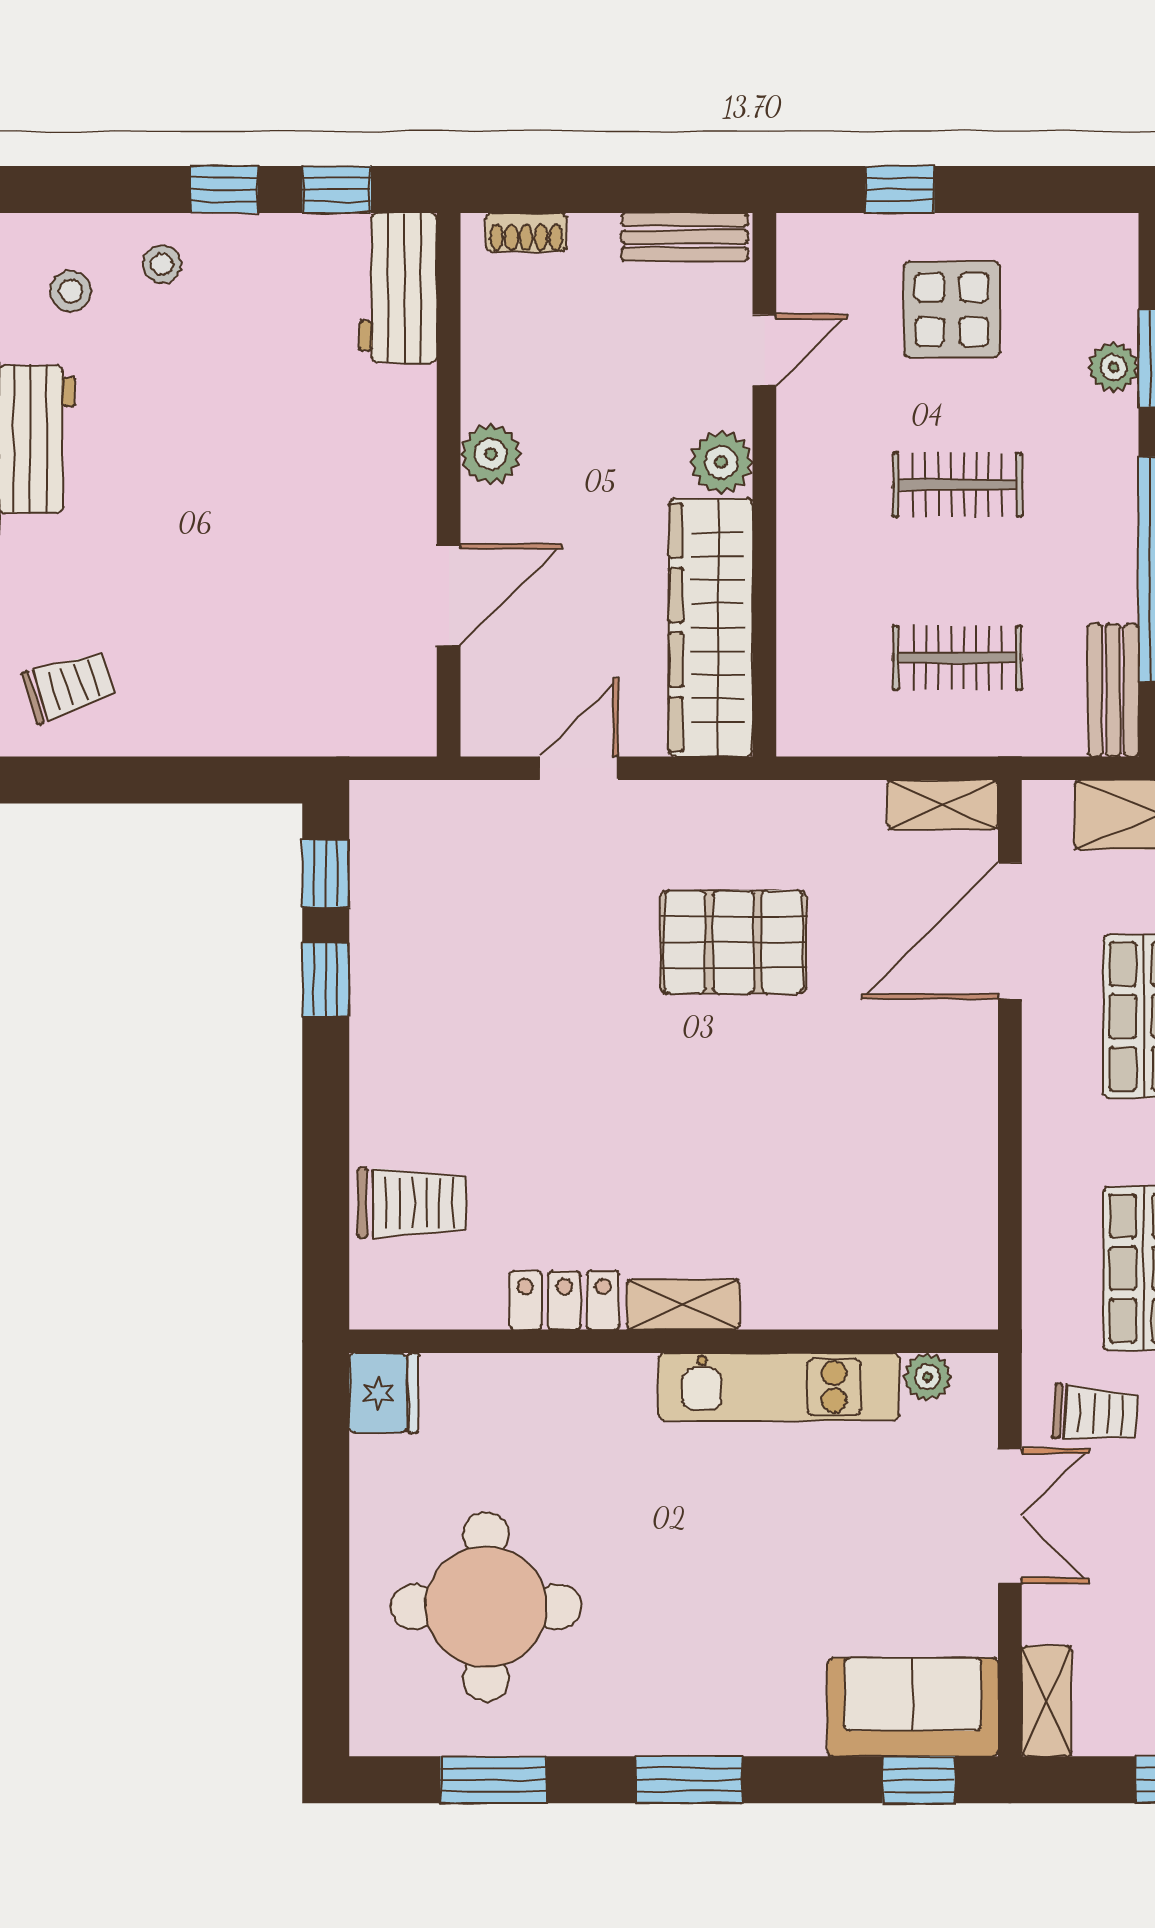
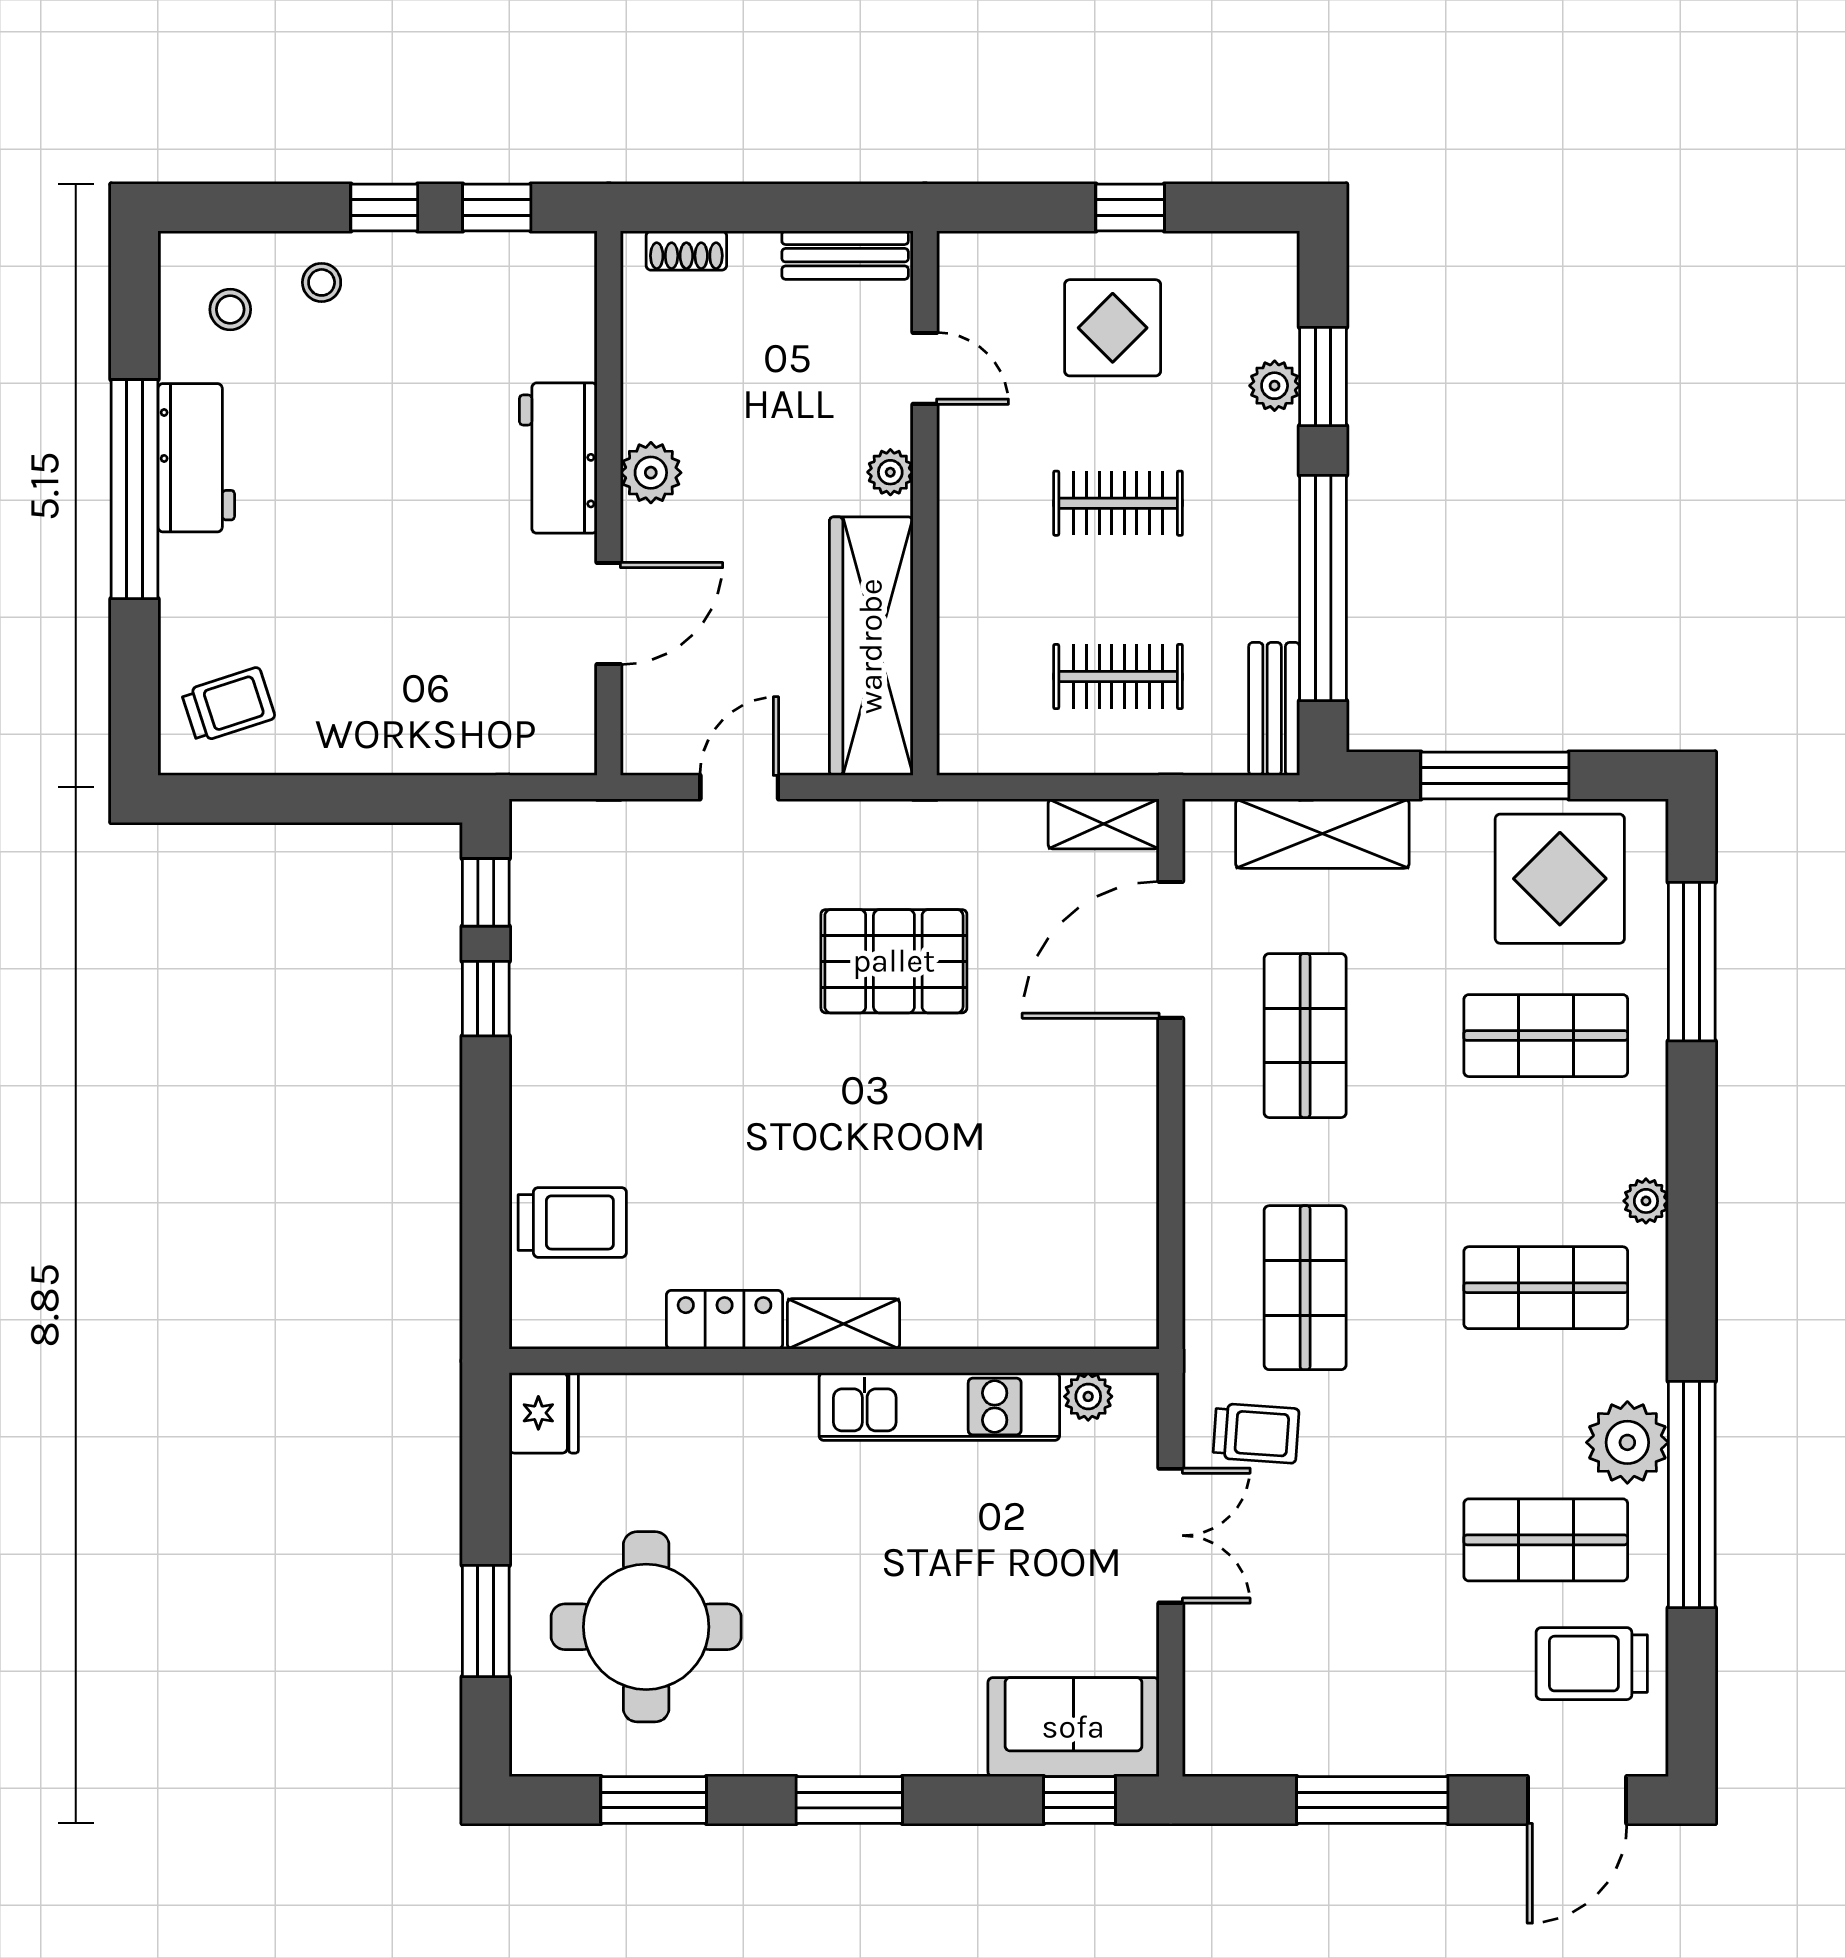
window: (900, 189) -> (1130, 208), moved
workbench: (398, 288) -> (558, 458), moved
door: (764, 350) -> (925, 368), hinge flipped
plant: (721, 462) -> (890, 472), width x0.73, depth x0.73
window: (326, 1601) -> (486, 1621), added
shelving: (1046, 1701) -> (1207, 1721), removed

